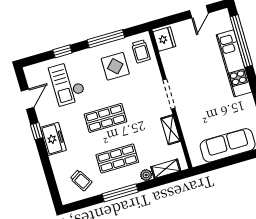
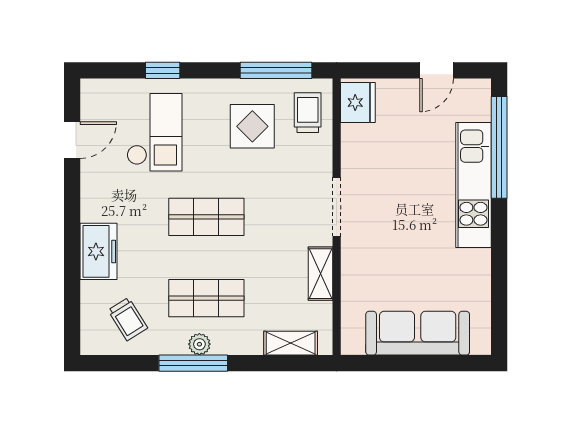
window: (106, 39) -> (276, 70), moved
trolley: (141, 51) -> (308, 113), turned 180
checkout: (67, 83) -> (154, 132), turned 180
window: (37, 131) -> (72, 204), removed
freezer: (53, 139) -> (99, 251), moved
plant: (146, 175) -> (199, 344), moved

